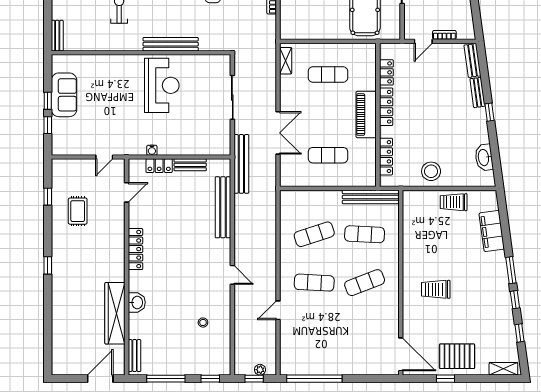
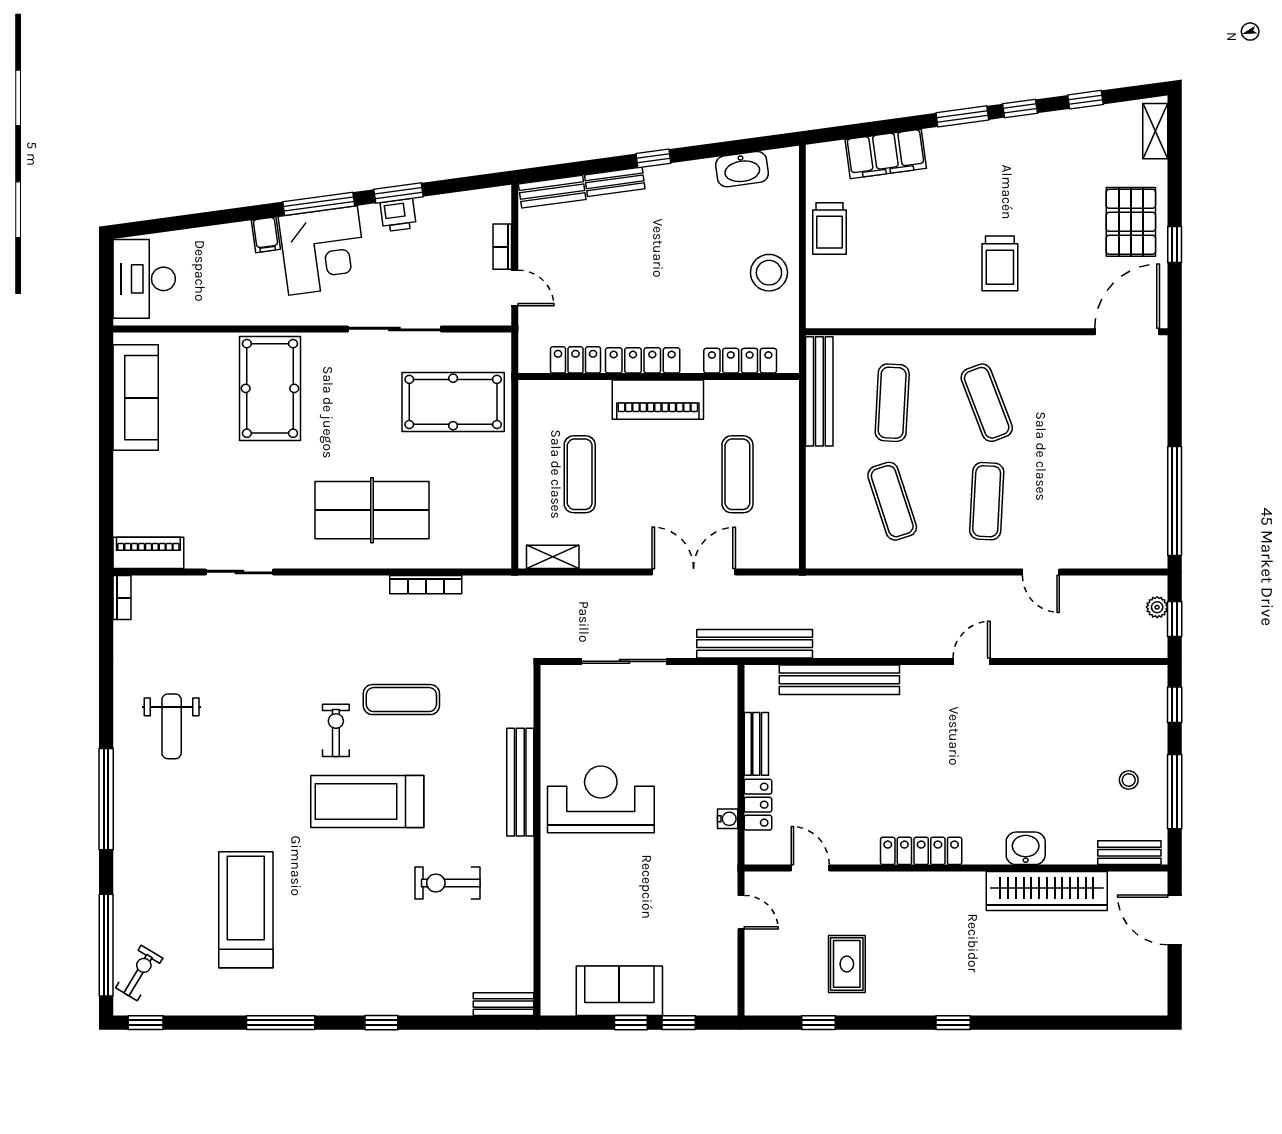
rug: (78, 211) -> (847, 964), turned 90
stool: (203, 323) -> (1129, 780), moved

